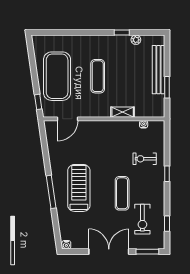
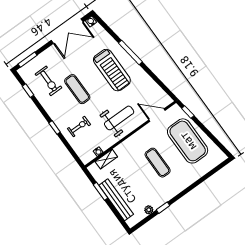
shelving: (123, 112) -> (106, 159), moved
door: (68, 119) -> (157, 115), hinge flipped
weight bench: (103, 141) -> (119, 118), added
exercise bike: (142, 219) -> (49, 81), turned 180
double door: (109, 252) -> (67, 31), moved

